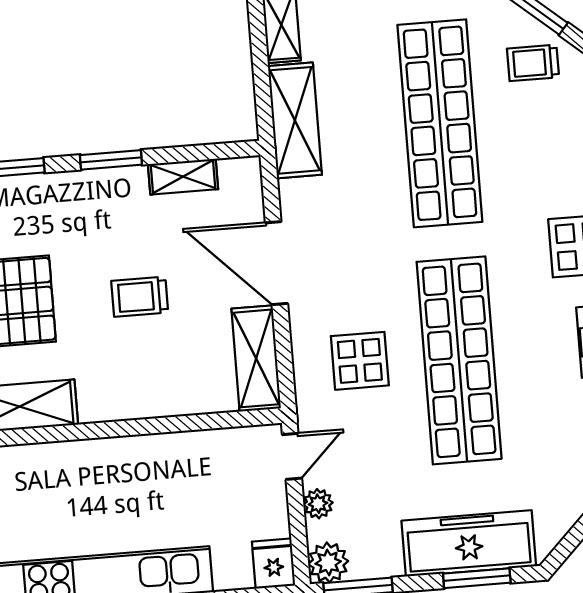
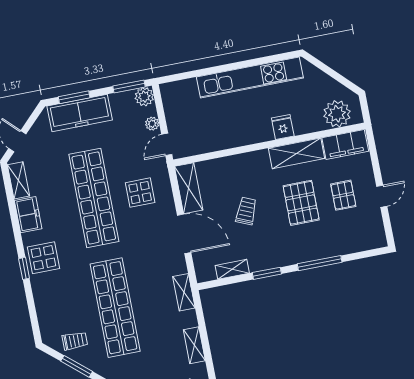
shelving: (295, 120) -> (184, 292), width x0.67, depth x0.75
trolley: (140, 297) -> (246, 211), turned -67
fridge: (274, 564) -> (283, 127), moved, turned 180

